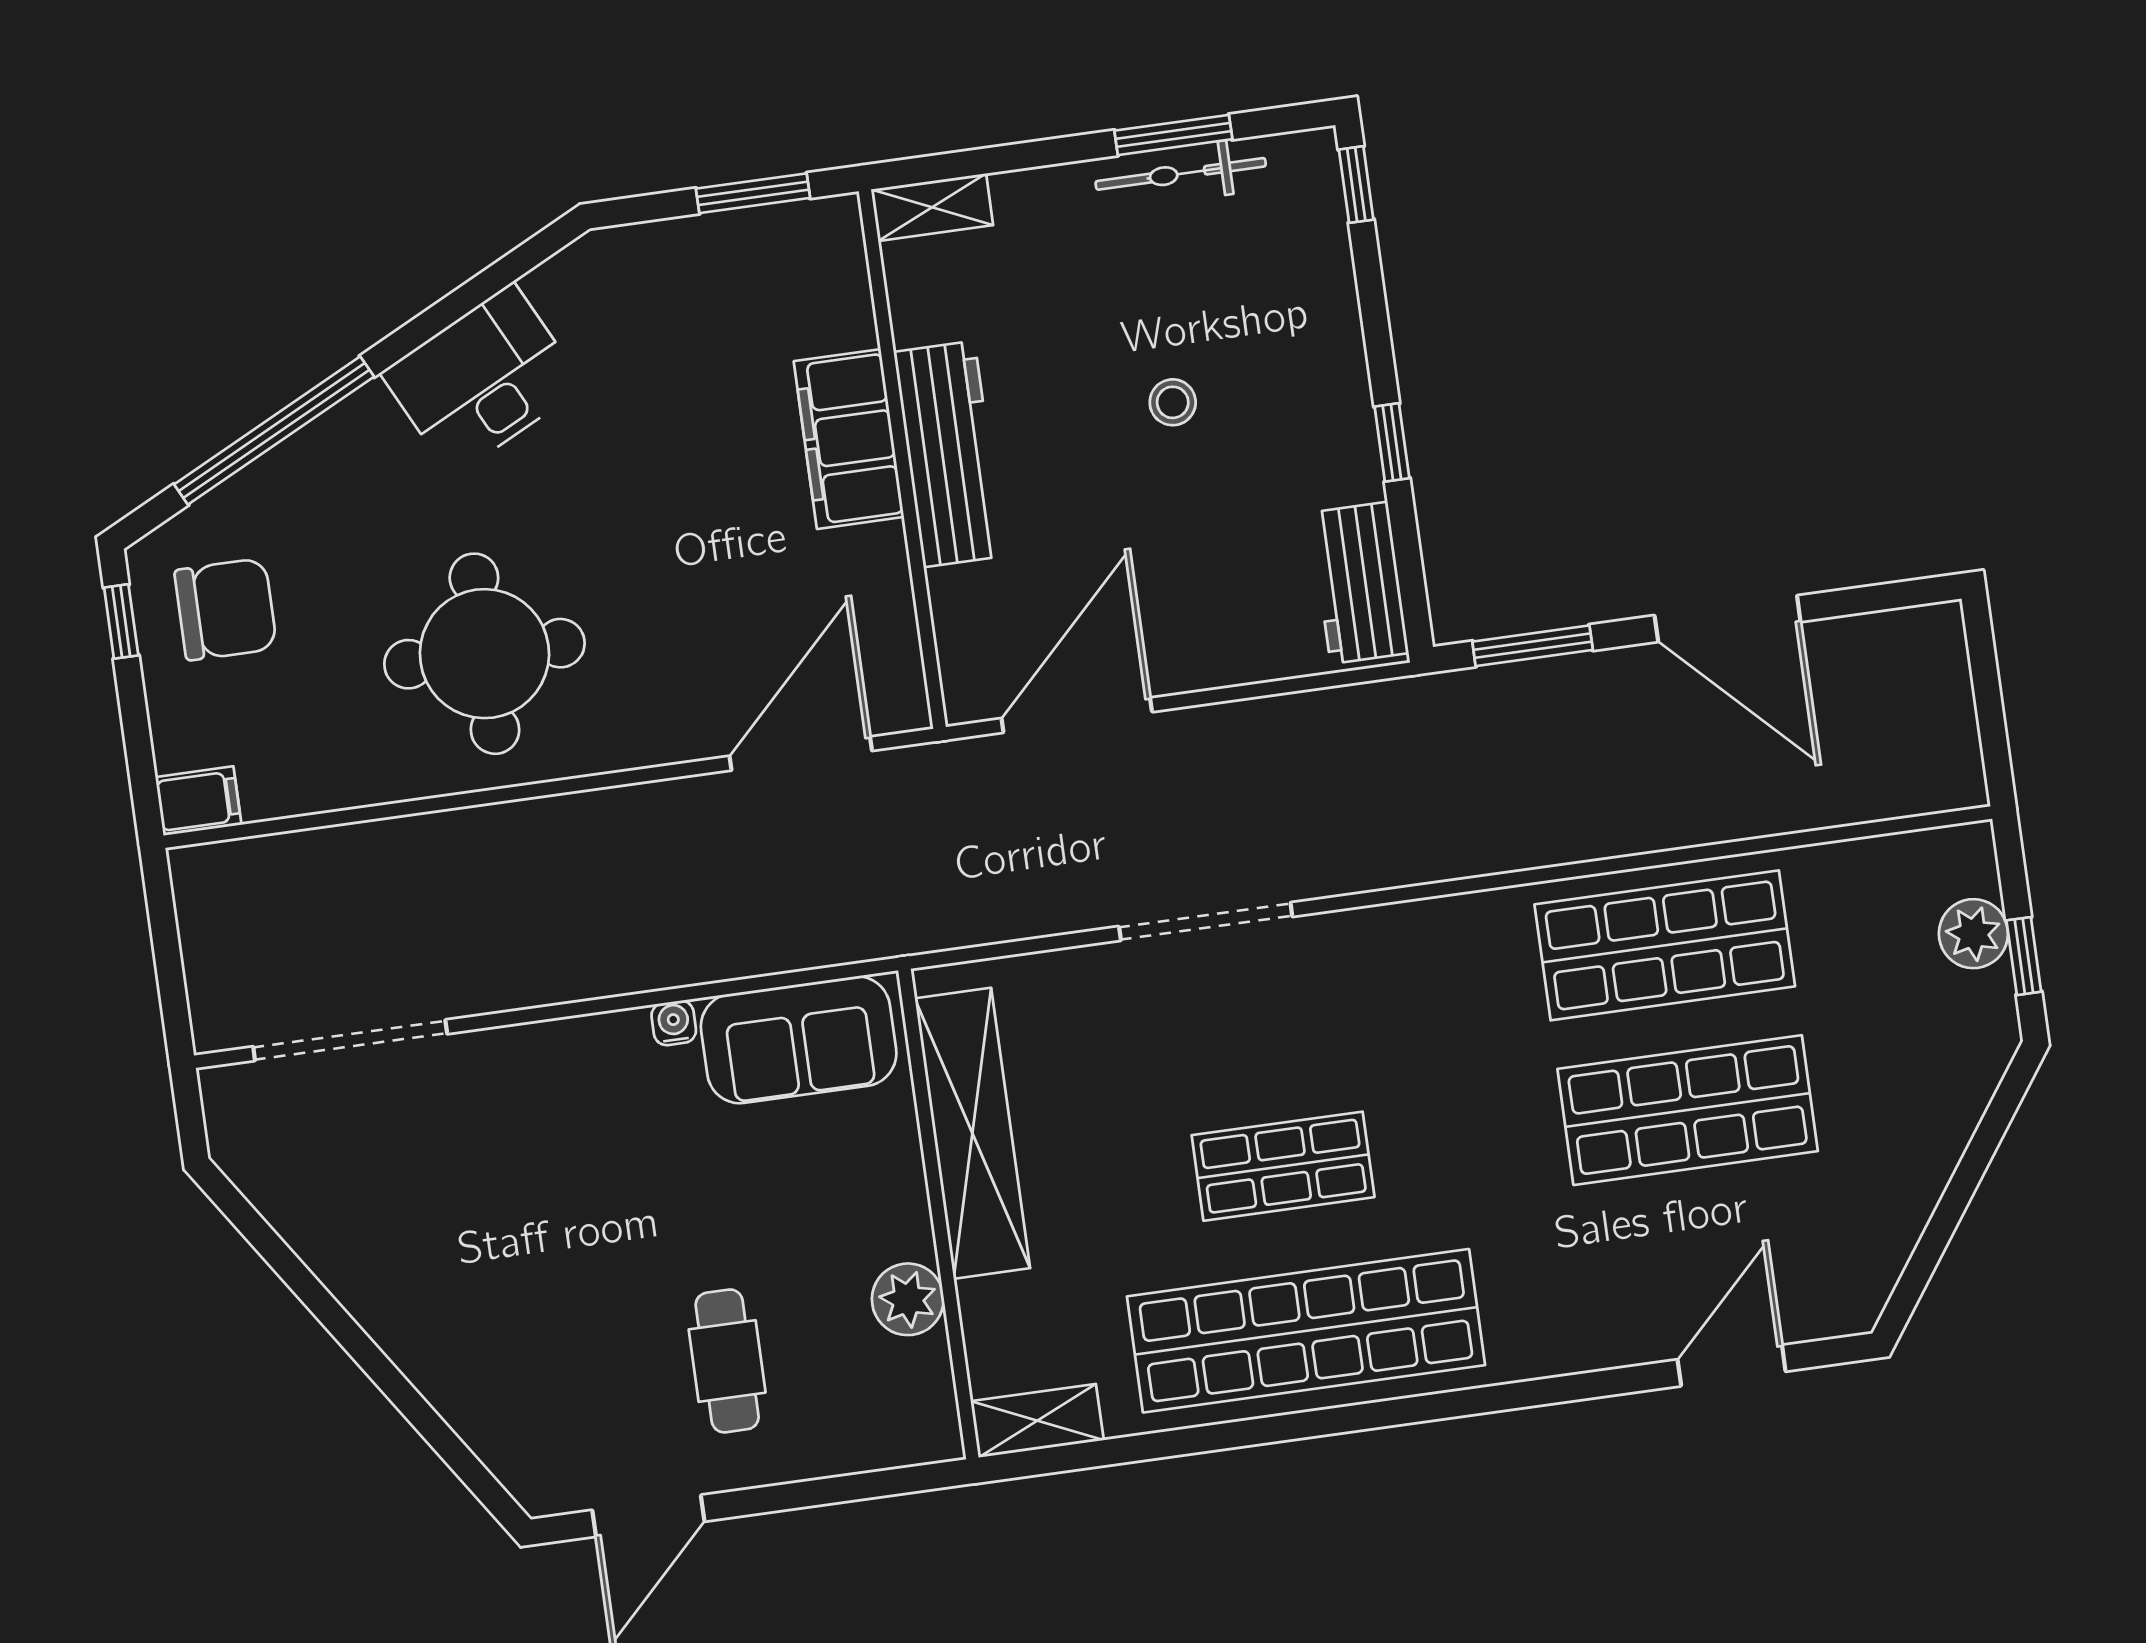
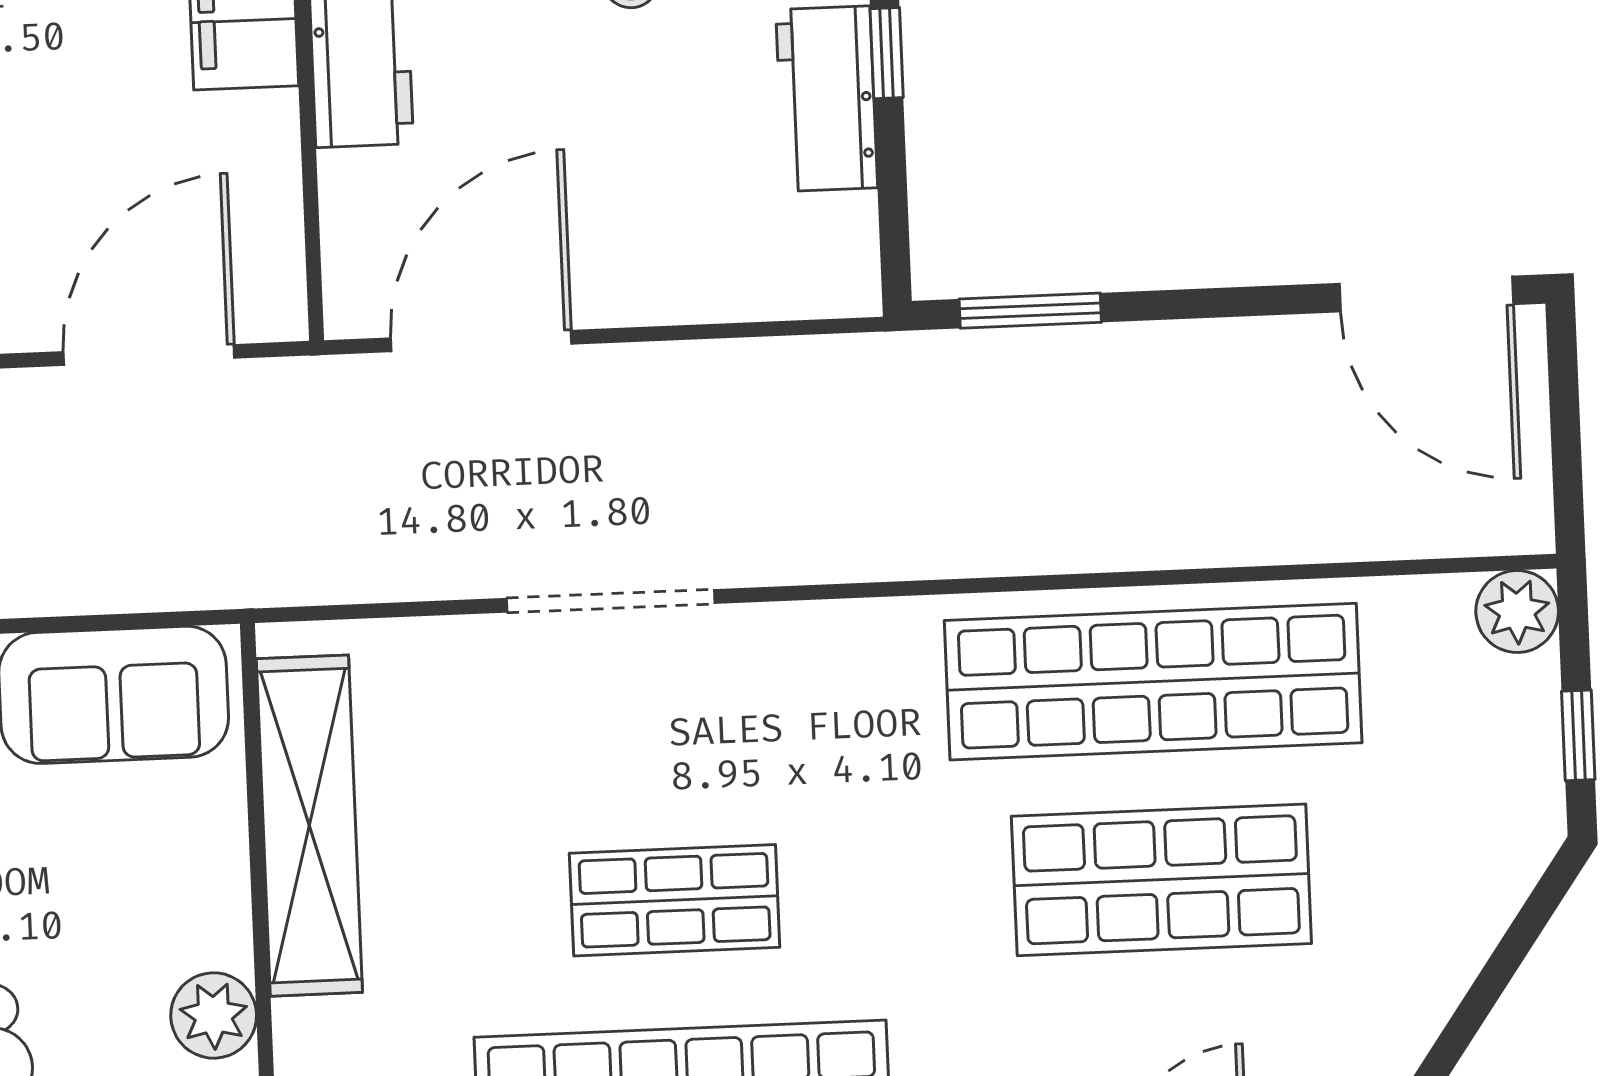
workbench: (1359, 583) -> (827, 99), moved
door: (1728, 619) -> (1426, 294), moved
plant: (1973, 934) -> (1517, 611), moved
shop shelf: (1665, 945) -> (1153, 682), width x1.40

